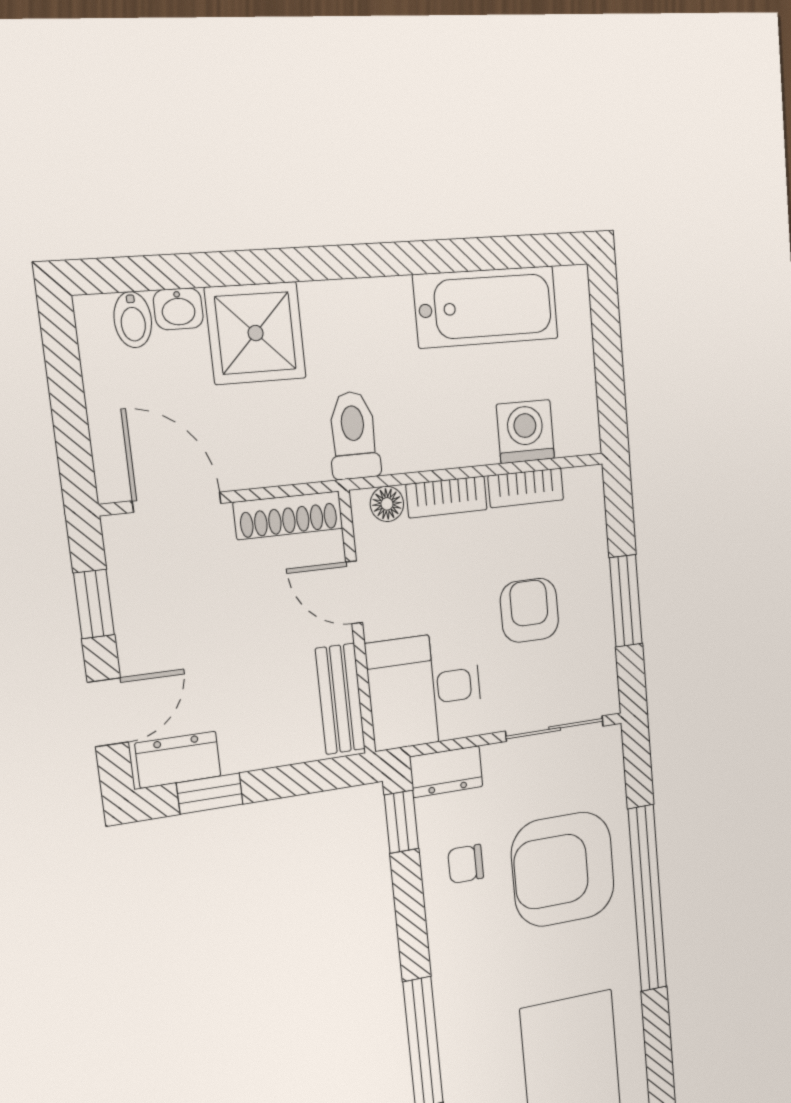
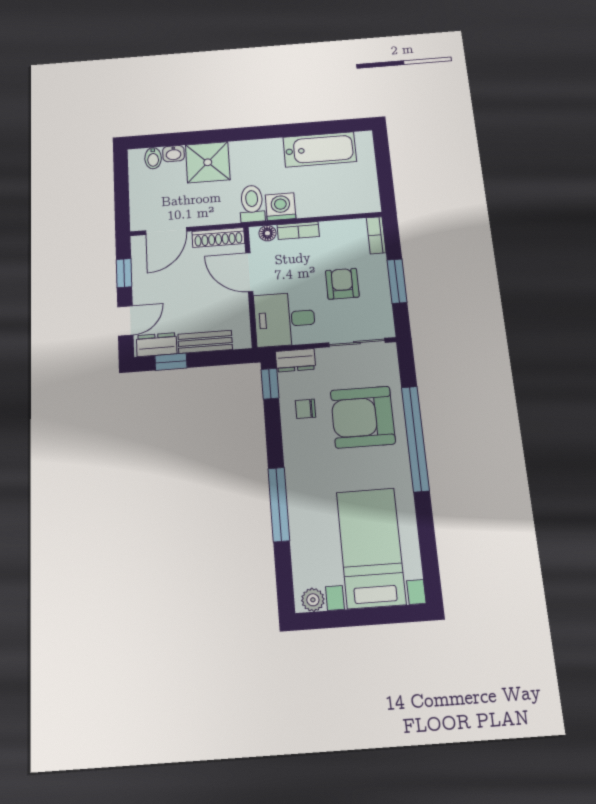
washing machine: (525, 432) -> (281, 207), moved
bookcase: (526, 488) -> (376, 235), moved, turned 90
door: (177, 502) -> (166, 231), swing flipped
door: (354, 592) -> (249, 272), width x1.38
bench: (340, 699) -> (205, 342), moved, turned 90

